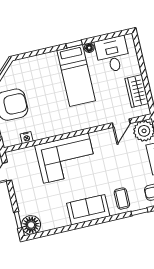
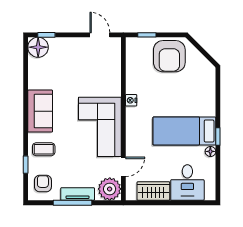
desk: (113, 54) -> (187, 183), moved, turned 90
door: (121, 123) -> (123, 167), swing flipped
nightstand: (27, 138) -> (131, 100), moved
corner sofa: (66, 158) -> (100, 127), moved

